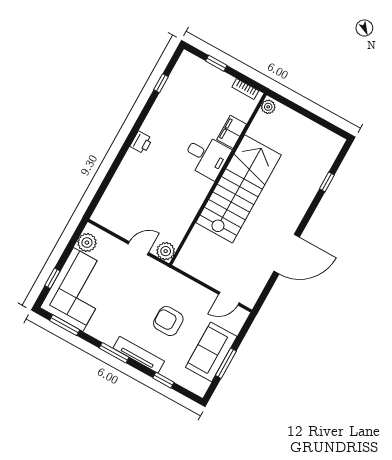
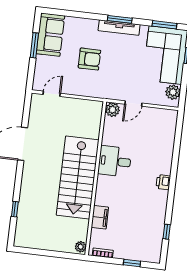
desk: (206, 156) -> (115, 161), moved
sofa: (211, 352) -> (50, 35), moved
tv unit: (139, 355) -> (119, 28), moved
window: (163, 380) -> (75, 14), removed

